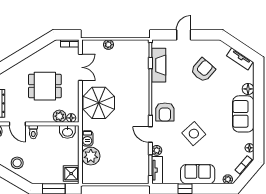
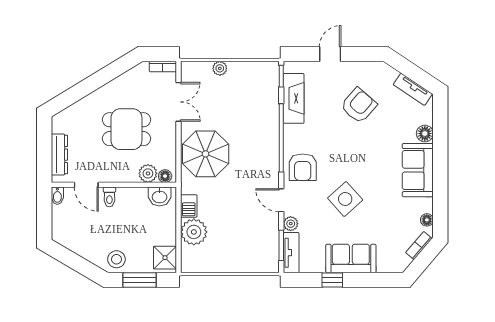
stool: (17, 163) -> (116, 259), moved
plant: (228, 179) -> (395, 266), removed

